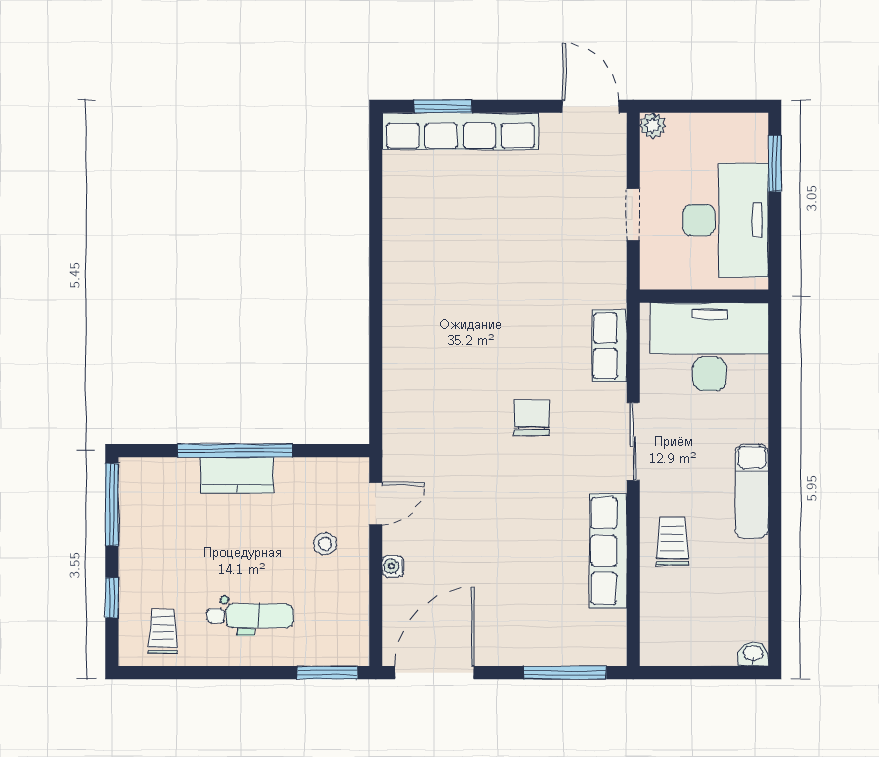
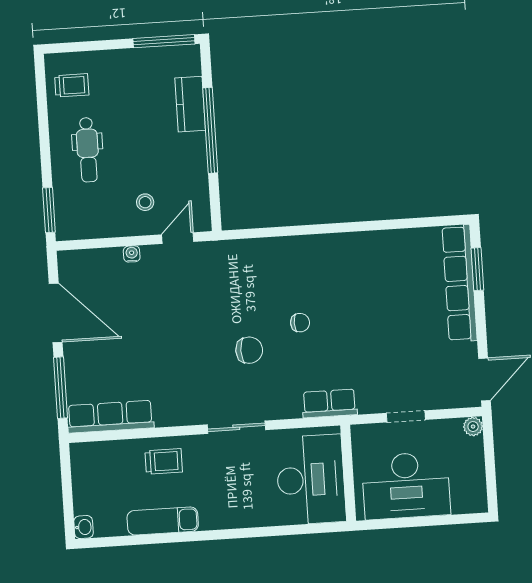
window: (775, 163) -> (451, 520), removed
row of seats: (609, 346) -> (329, 403), moved
chair: (499, 347) -> (300, 323), added
kitchen counter: (237, 475) -> (190, 104), moved
exam couch: (752, 491) -> (163, 521), moved
door: (376, 503) -> (178, 238), swing flipped
row of seats: (608, 551) -> (110, 417), moved
window: (112, 598) -> (94, 46), removed
door: (434, 673) -> (56, 313), moved

